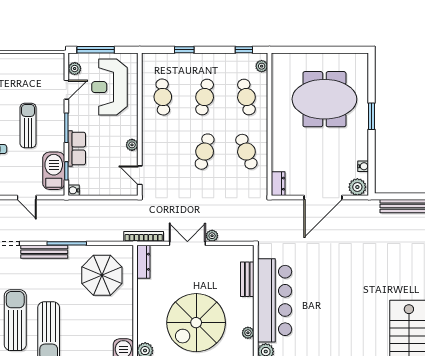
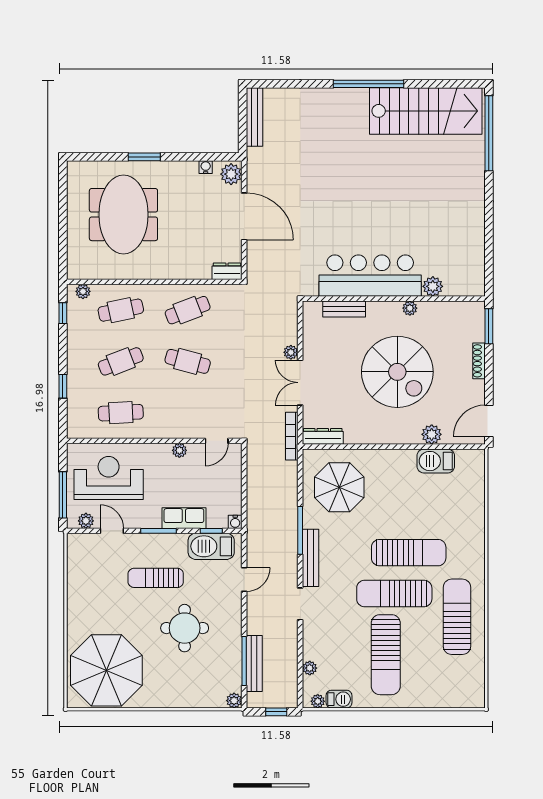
reception desk: (109, 87) -> (109, 478), turned 180
cafe table: (205, 97) -> (121, 361), turned -33

